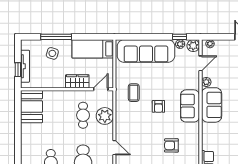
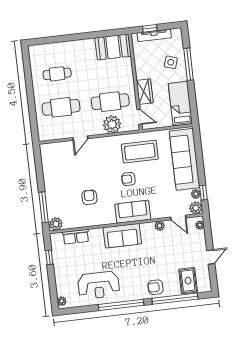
coffee table: (134, 93) -> (140, 152), width x1.86, depth x1.72
sofa: (212, 105) -> (122, 236), moved
cafe table: (83, 115) -> (110, 102), width x1.37, depth x1.35

